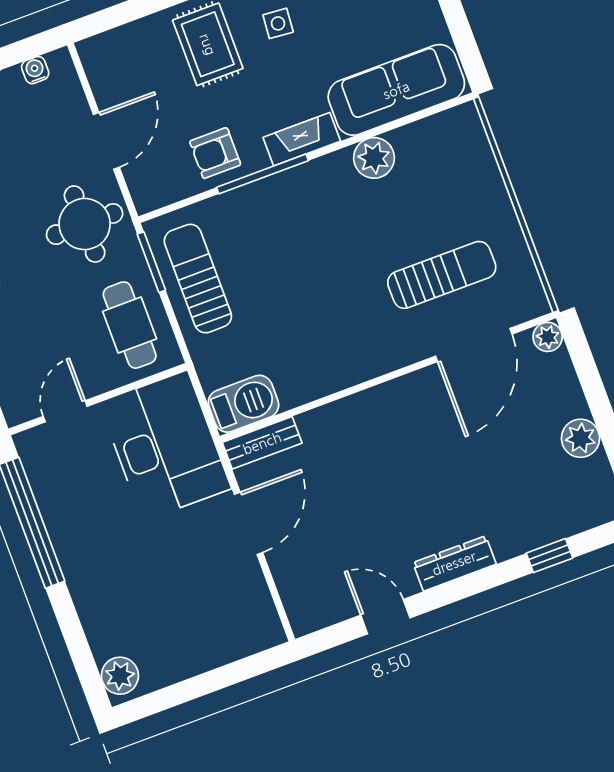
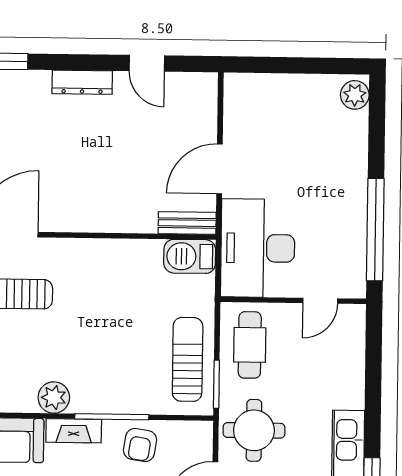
armchair: (215, 153) -> (140, 445), turned 99
plant: (374, 158) -> (54, 398), moved
sun lounger: (198, 279) -> (188, 359), turned 180

